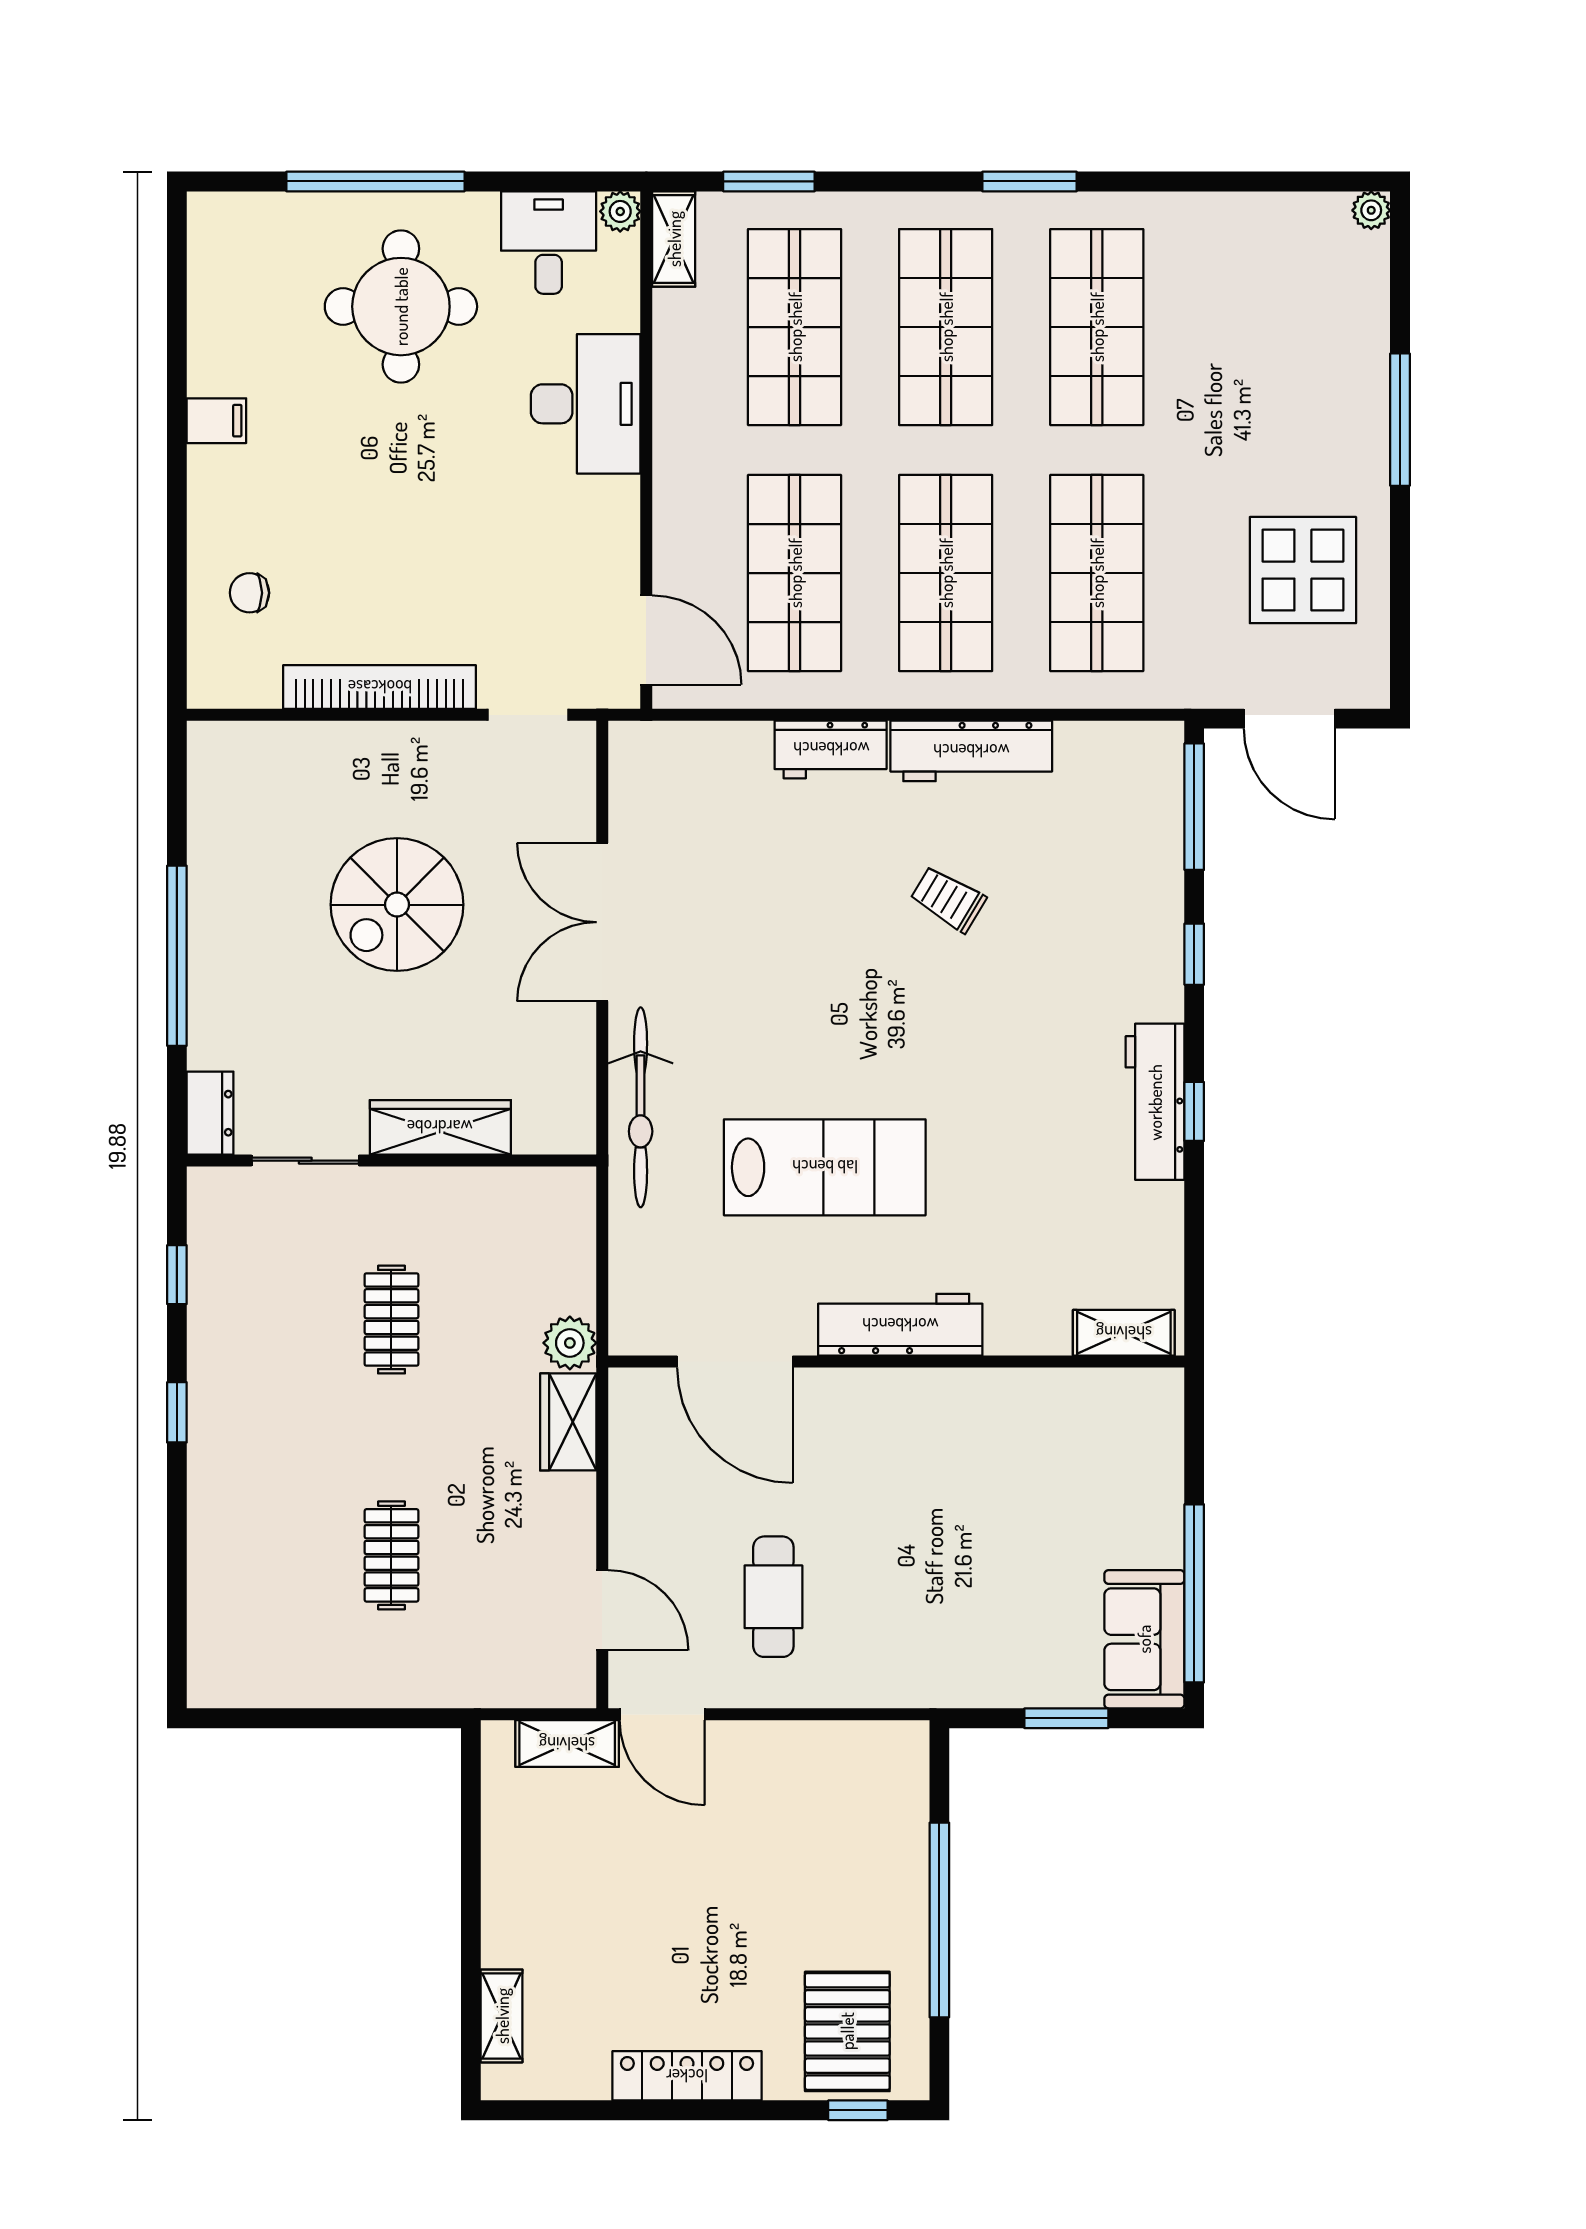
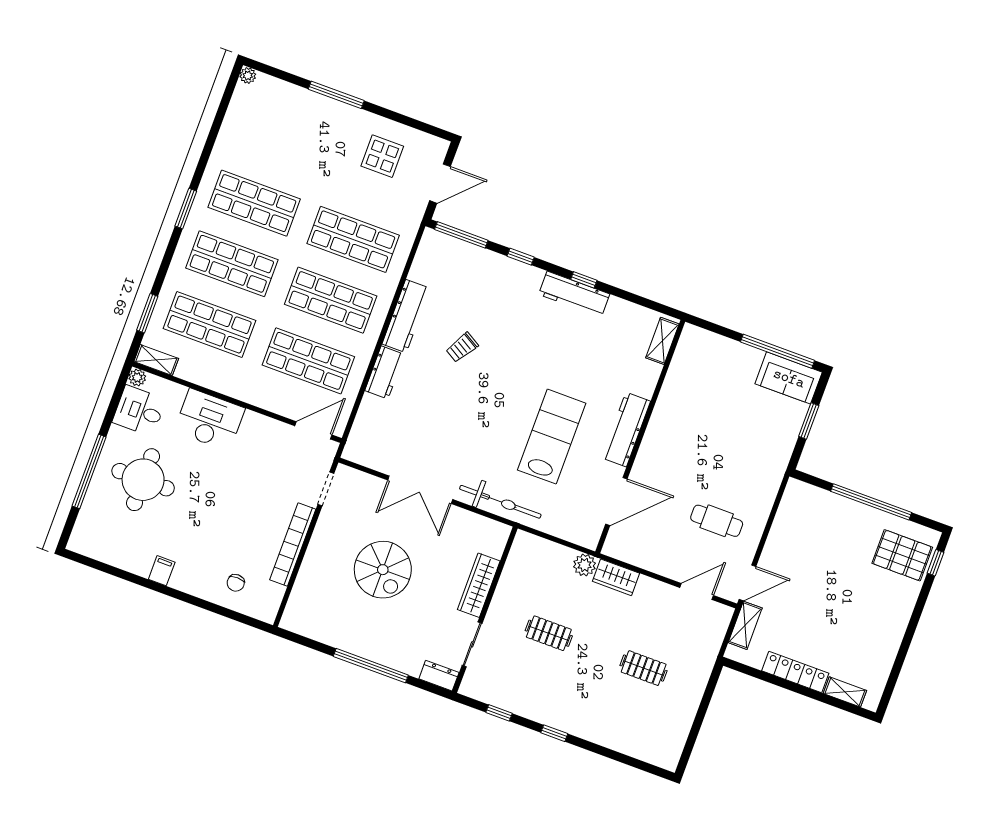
display table: (1303, 570) -> (382, 156), width x0.73, depth x0.73
locker: (687, 2076) -> (795, 672), moved, turned 90

